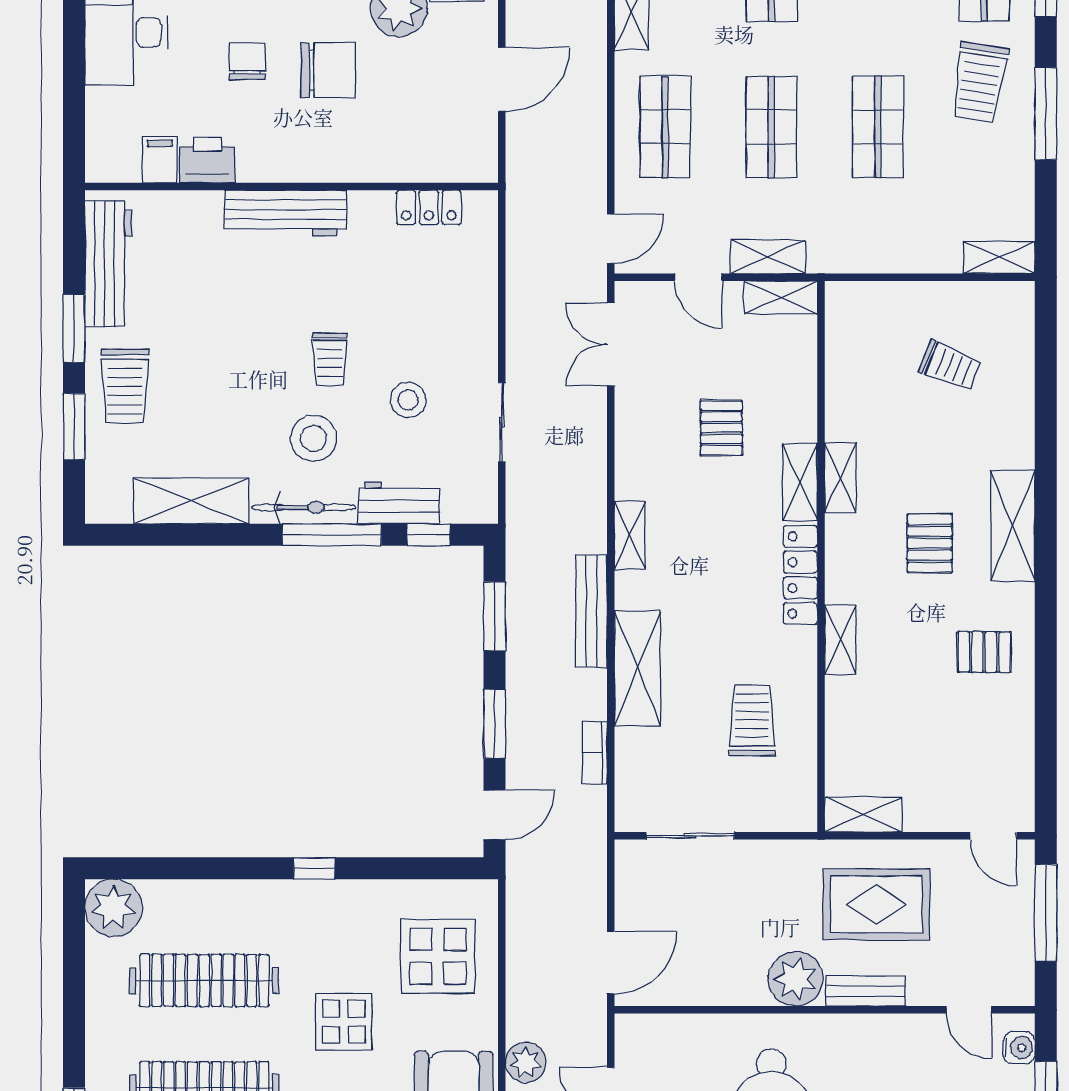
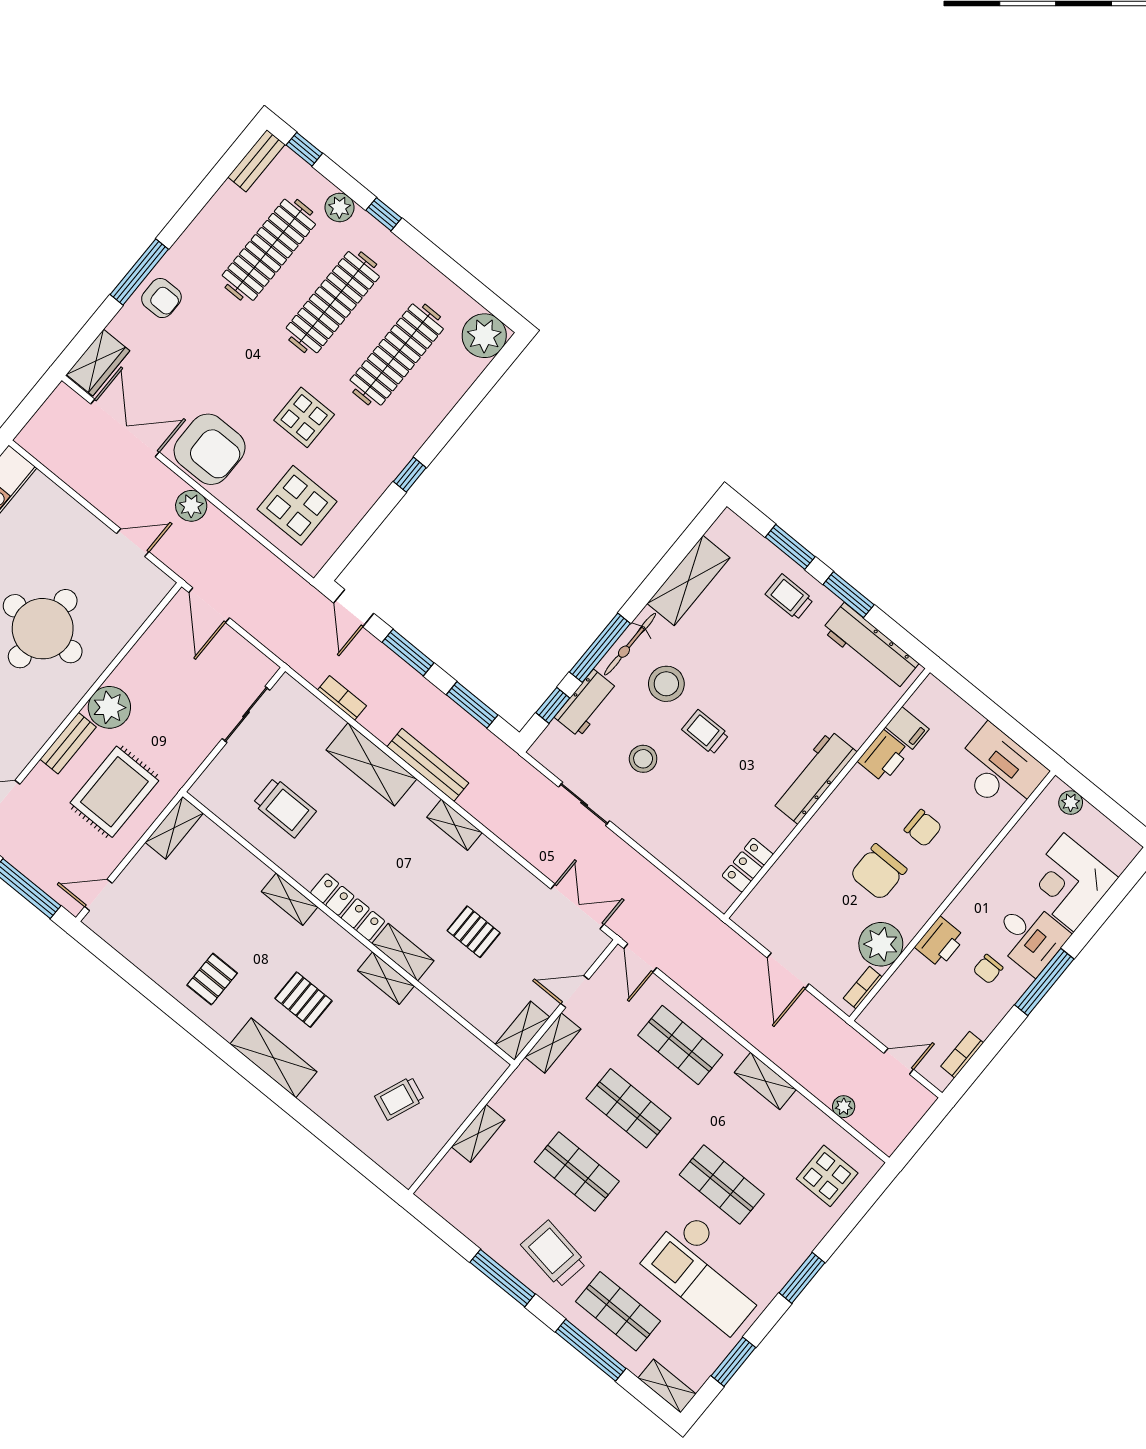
shelving: (999, 257) -> (478, 1133), moved
trolley: (125, 386) -> (789, 597), width x0.73, depth x0.72

